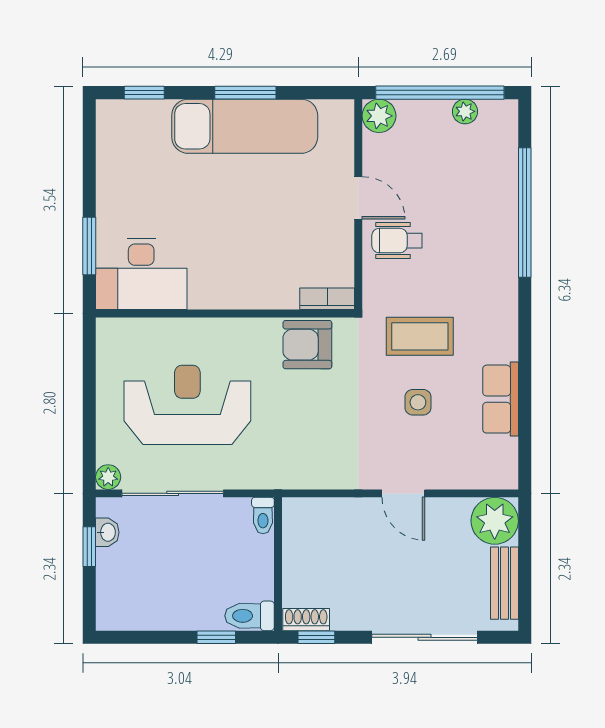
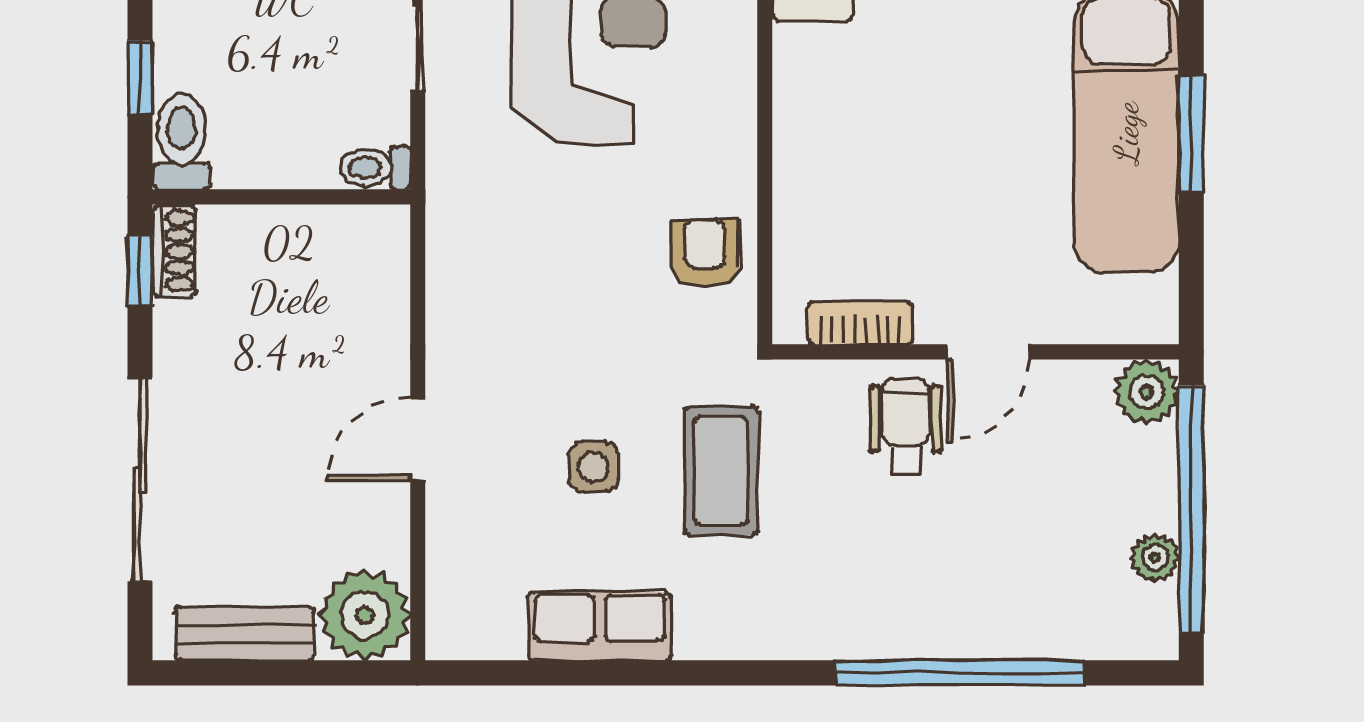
bookcase: (327, 299) -> (860, 323), moved, turned -90
armchair: (307, 345) -> (705, 253), width x0.72, depth x0.72

